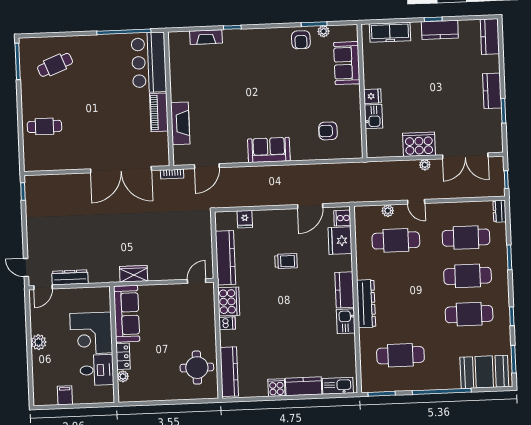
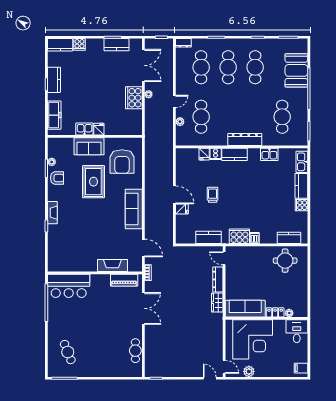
fireplace: (206, 37) -> (52, 213), moved
sofa: (347, 63) -> (89, 146), moved
cooker: (491, 64) -> (79, 44), added
kitchen counter: (492, 91) -> (116, 45), moved
rug: (298, 92) -> (93, 182), added
piano: (159, 112) -> (124, 280), moved
kitchen sink: (373, 116) -> (84, 129), moved
cafe table: (44, 126) -> (135, 351), moved
armchair: (328, 131) -> (122, 162), width x1.88, depth x1.88
sofa: (269, 150) -> (134, 209), width x1.36
double door: (121, 170) -> (143, 308), width x0.73
door: (310, 206) -> (174, 195), moved
cooker: (342, 218) -> (216, 154), moved
fridge: (245, 219) -> (182, 209), moved
fridge: (340, 241) -> (204, 154), width x0.53, depth x0.75
kitchen counter: (225, 258) -> (209, 237), width x0.67
door: (26, 267) -> (210, 378), swing flipped
dresser: (70, 277) -> (218, 279), moved
kitchen sink: (346, 321) -> (269, 154), moved
corner desk: (91, 333) -> (253, 339), width x1.36, depth x1.36
plant: (39, 342) -> (249, 371), moved
desk: (97, 370) -> (297, 331), moved
kitchen counter: (229, 372) -> (289, 238), width x0.67
booth: (484, 372) -> (296, 70), moved
filing cabinet: (65, 395) -> (301, 368), moved

